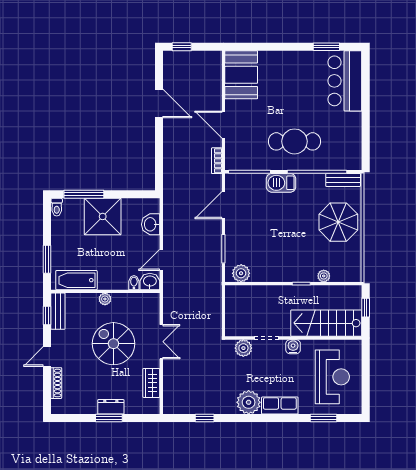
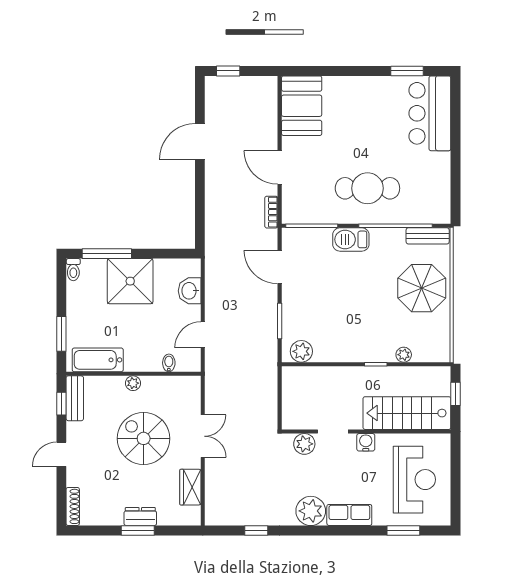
door: (159, 104) -> (200, 141), swing flipped
door: (223, 205) -> (280, 267), hinge flipped
washbasin: (150, 282) -> (189, 362), removed
shoe rack: (56, 383) -> (73, 506), moved

